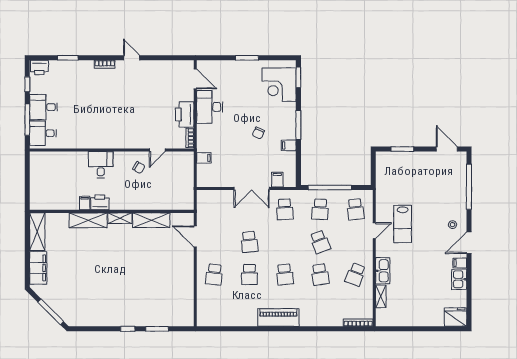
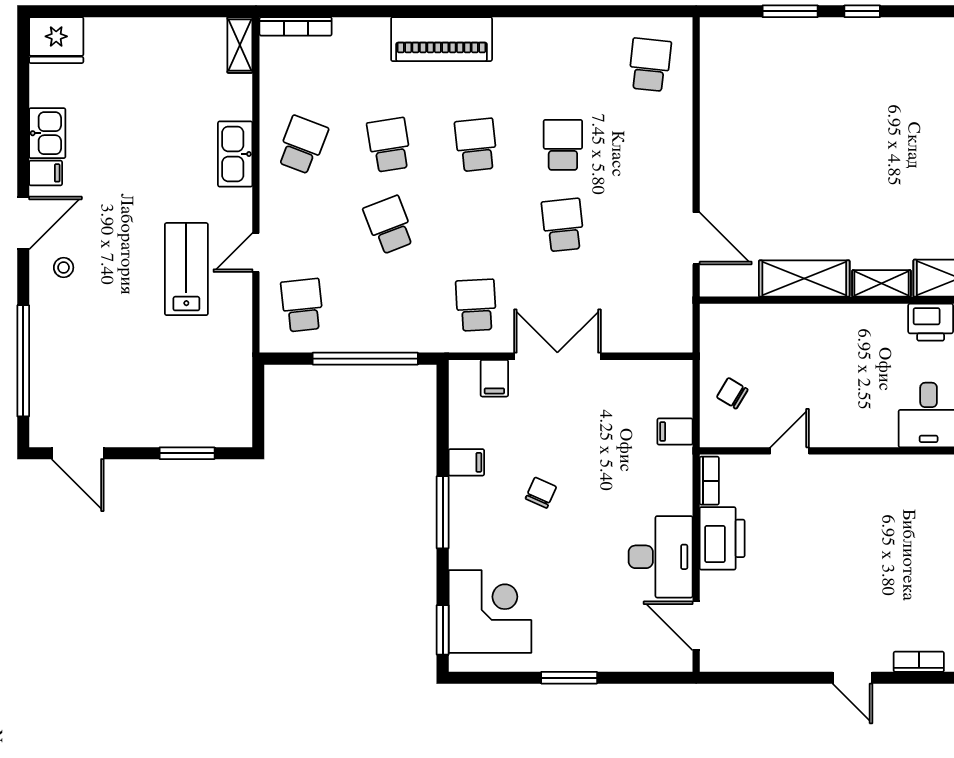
chair: (139, 168) -> (732, 393), moved
school desk: (320, 209) -> (389, 305), removed
school desk: (214, 274) -> (650, 65), moved
shelving: (381, 296) -> (240, 45), moved
piano: (278, 317) -> (442, 39), moved

